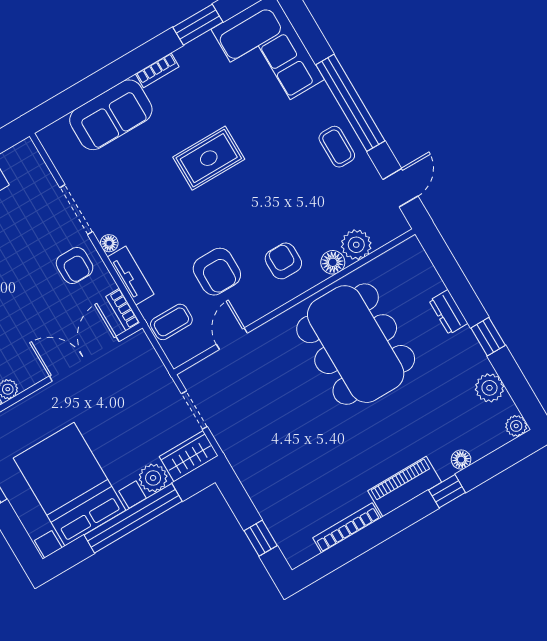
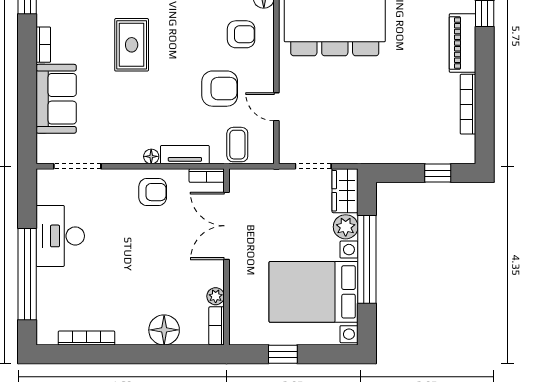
doorway: (76, 210) -> (77, 166), moved
armchair: (283, 261) -> (241, 34), turned 180

